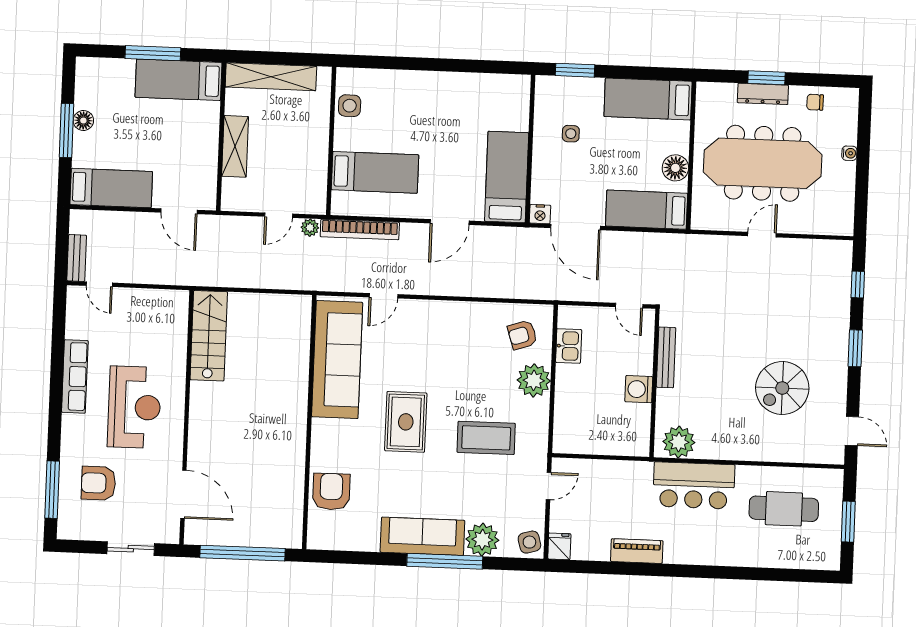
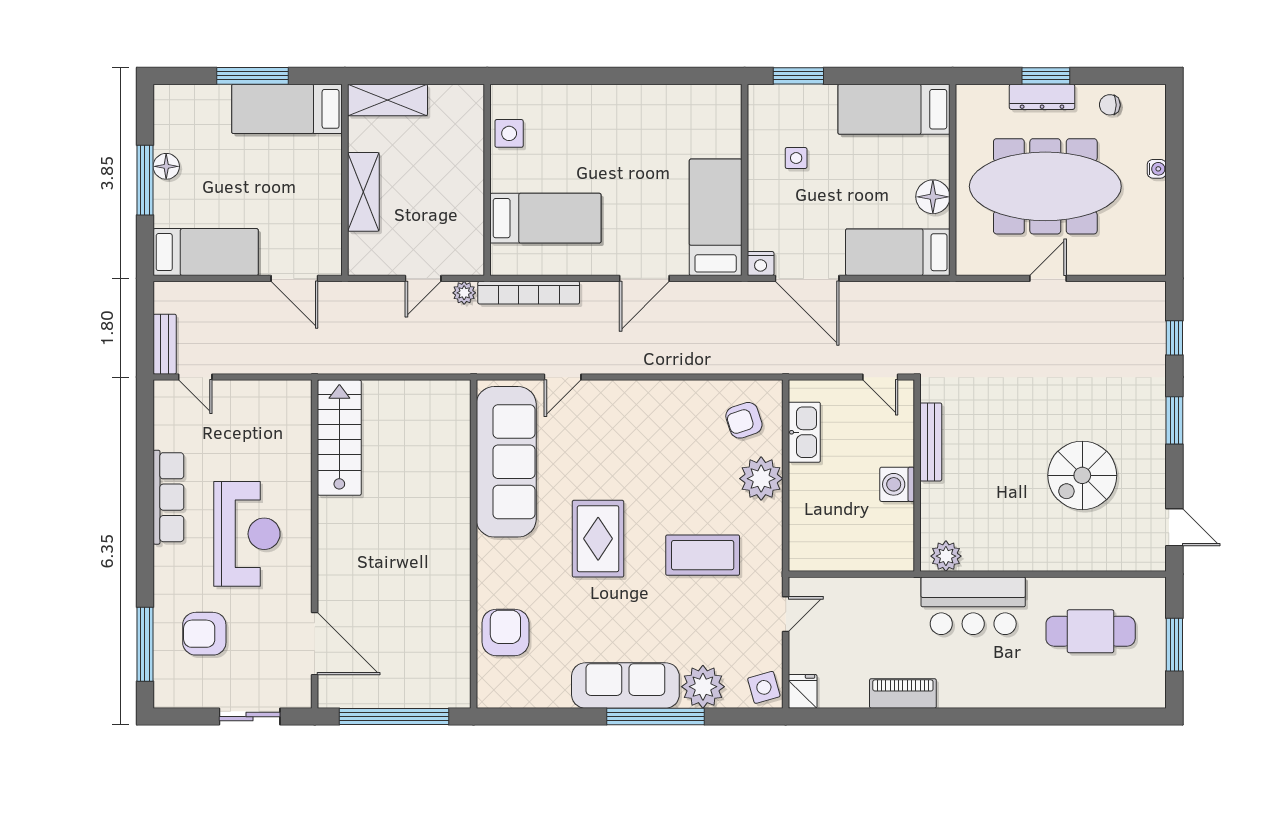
shelving: (271, 77) -> (387, 100), width x0.68
kitchen sink: (569, 346) -> (804, 432), width x1.38
plant: (679, 442) -> (946, 556), width x0.73, depth x0.73

